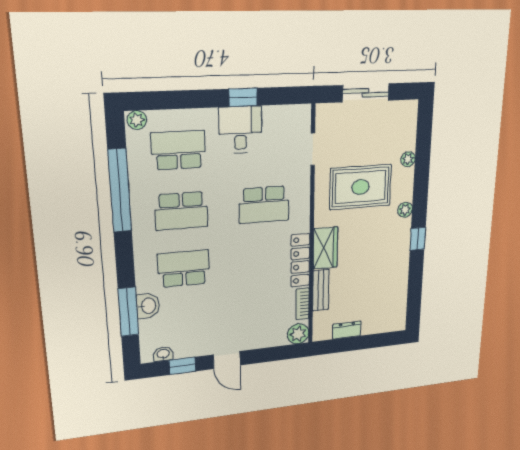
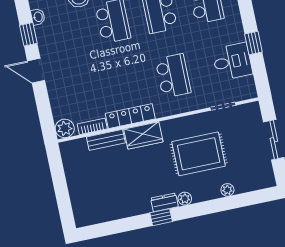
desk: (240, 130) -> (232, 62), moved
rug: (360, 187) -> (199, 154), turned 90
school desk: (264, 205) -> (173, 76), turned 180
dresser: (347, 330) -> (164, 202), moved, turned -90
door: (227, 360) -> (36, 71), hinge flipped

